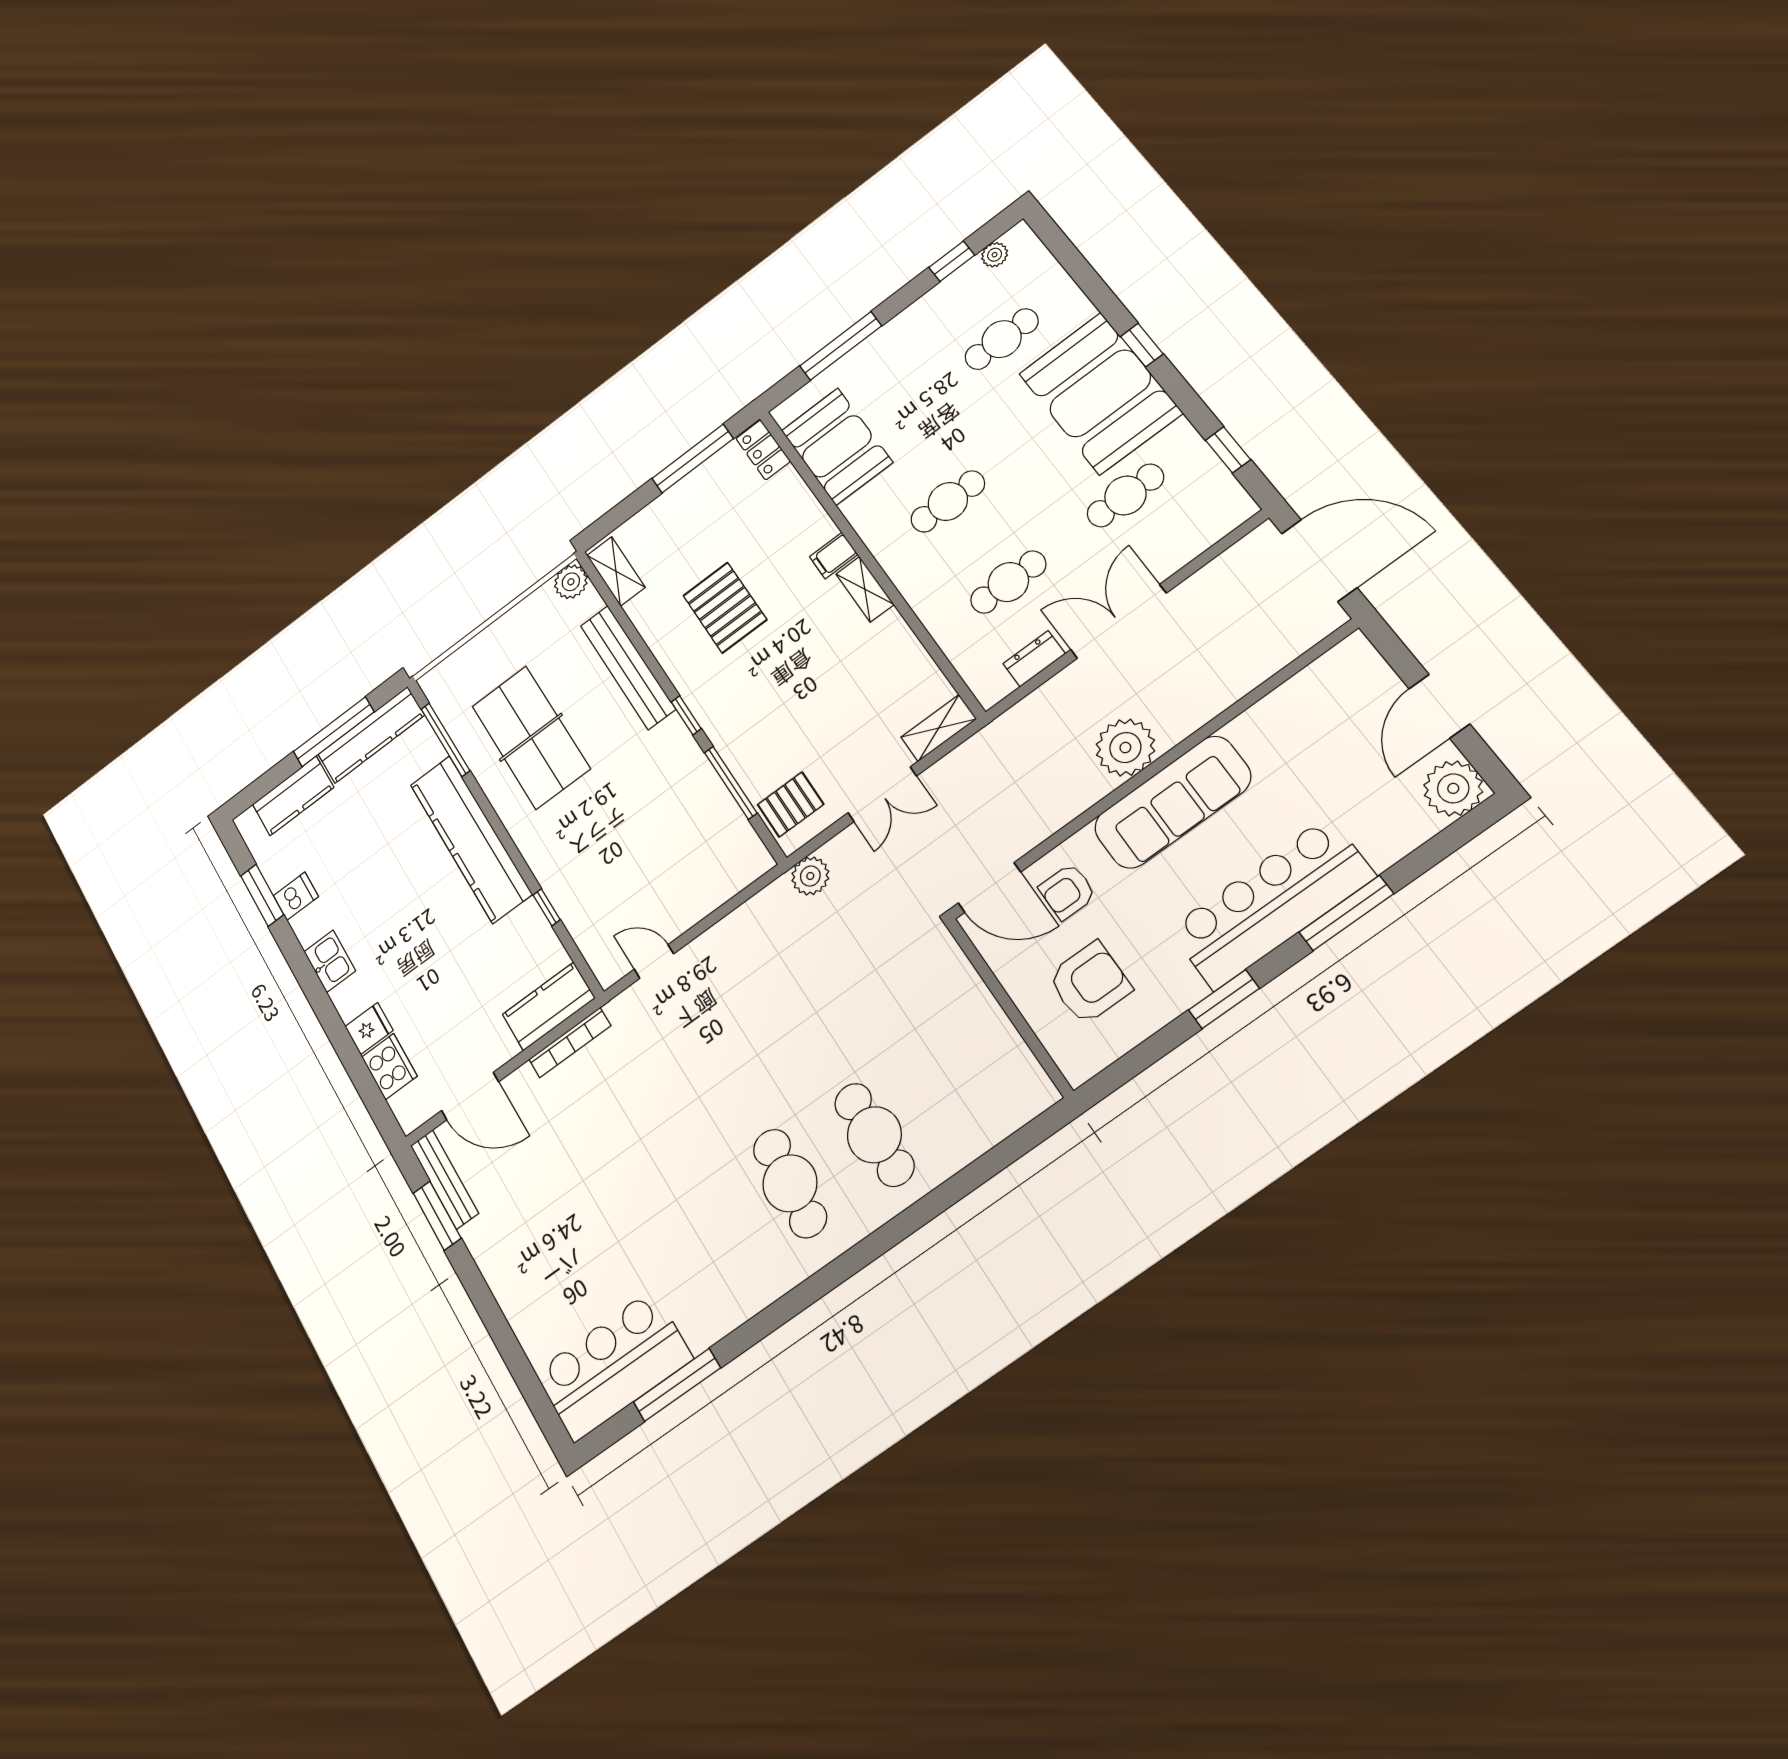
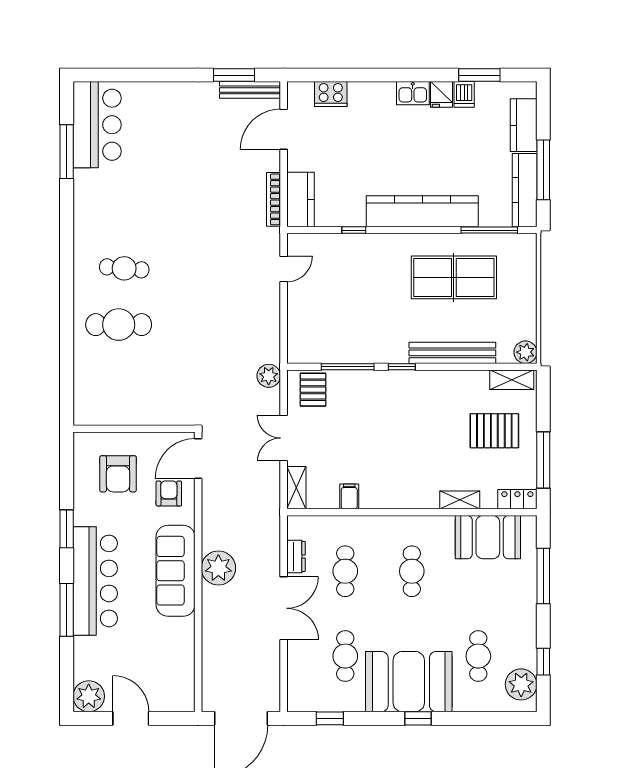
plant: (995, 255) -> (521, 684), width x1.88, depth x1.88
filing cabinet: (834, 556) -> (349, 496), moved
shelving: (865, 589) -> (460, 500), moved
pallet: (725, 608) -> (494, 431), moved
fridge: (369, 1028) -> (442, 94), moved
cafe table: (790, 1183) -> (124, 268), width x0.73, depth x0.74

